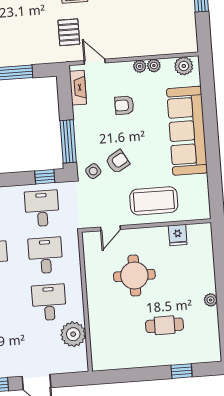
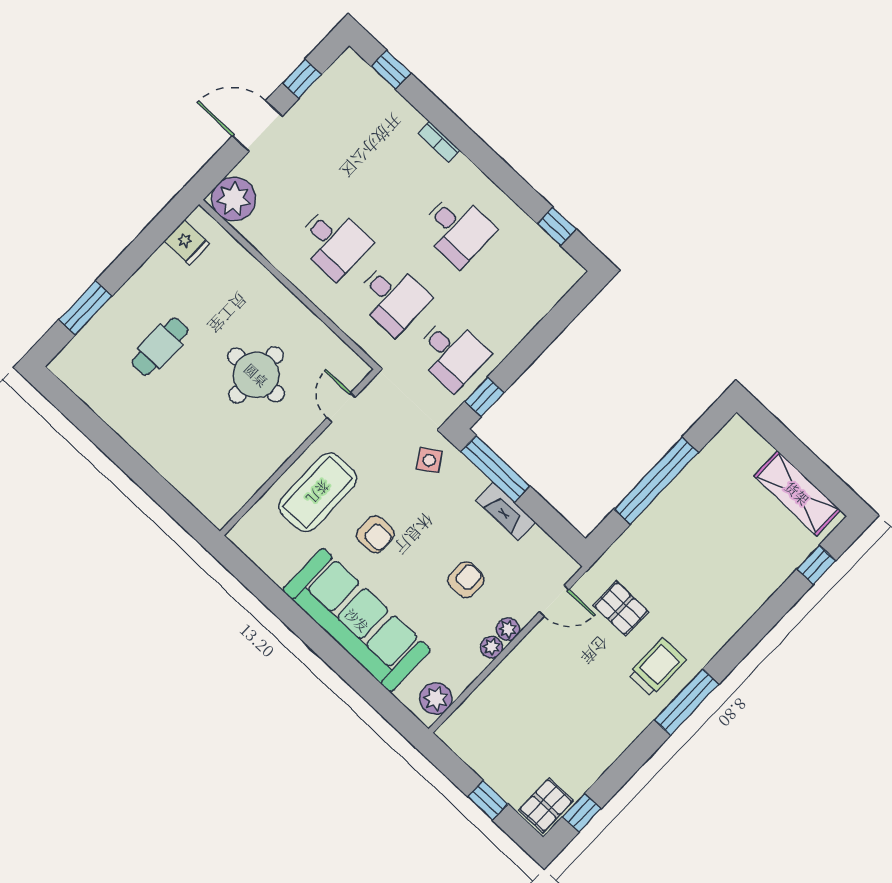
plant: (154, 66) -> (508, 629), moved
fireplace: (78, 88) -> (506, 511), moved
armchair: (118, 162) -> (375, 534), moved, turned -60
fridge: (178, 235) -> (187, 242), moved, turned 180
plant: (211, 300) -> (131, 432), removed
plant: (73, 334) -> (234, 199), moved
window: (182, 371) -> (85, 308), width x1.50

